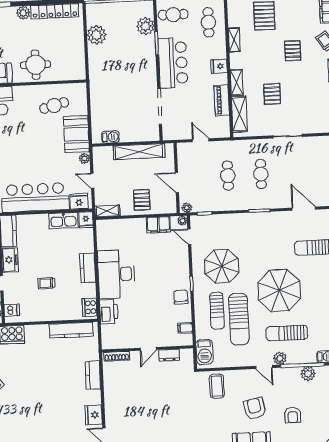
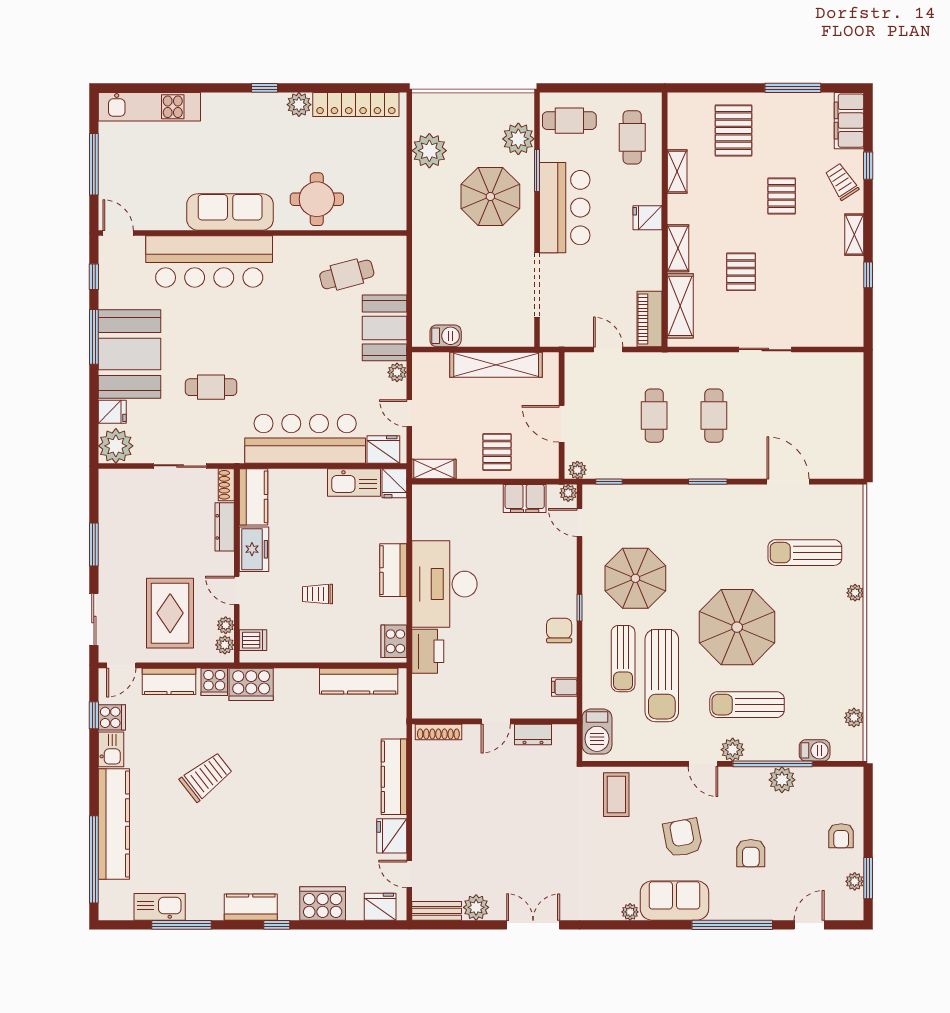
parasol: (132, 59) -> (490, 196), added
piano: (222, 100) -> (650, 319), moved
kitchen counter: (93, 375) -> (394, 777), width x1.50

